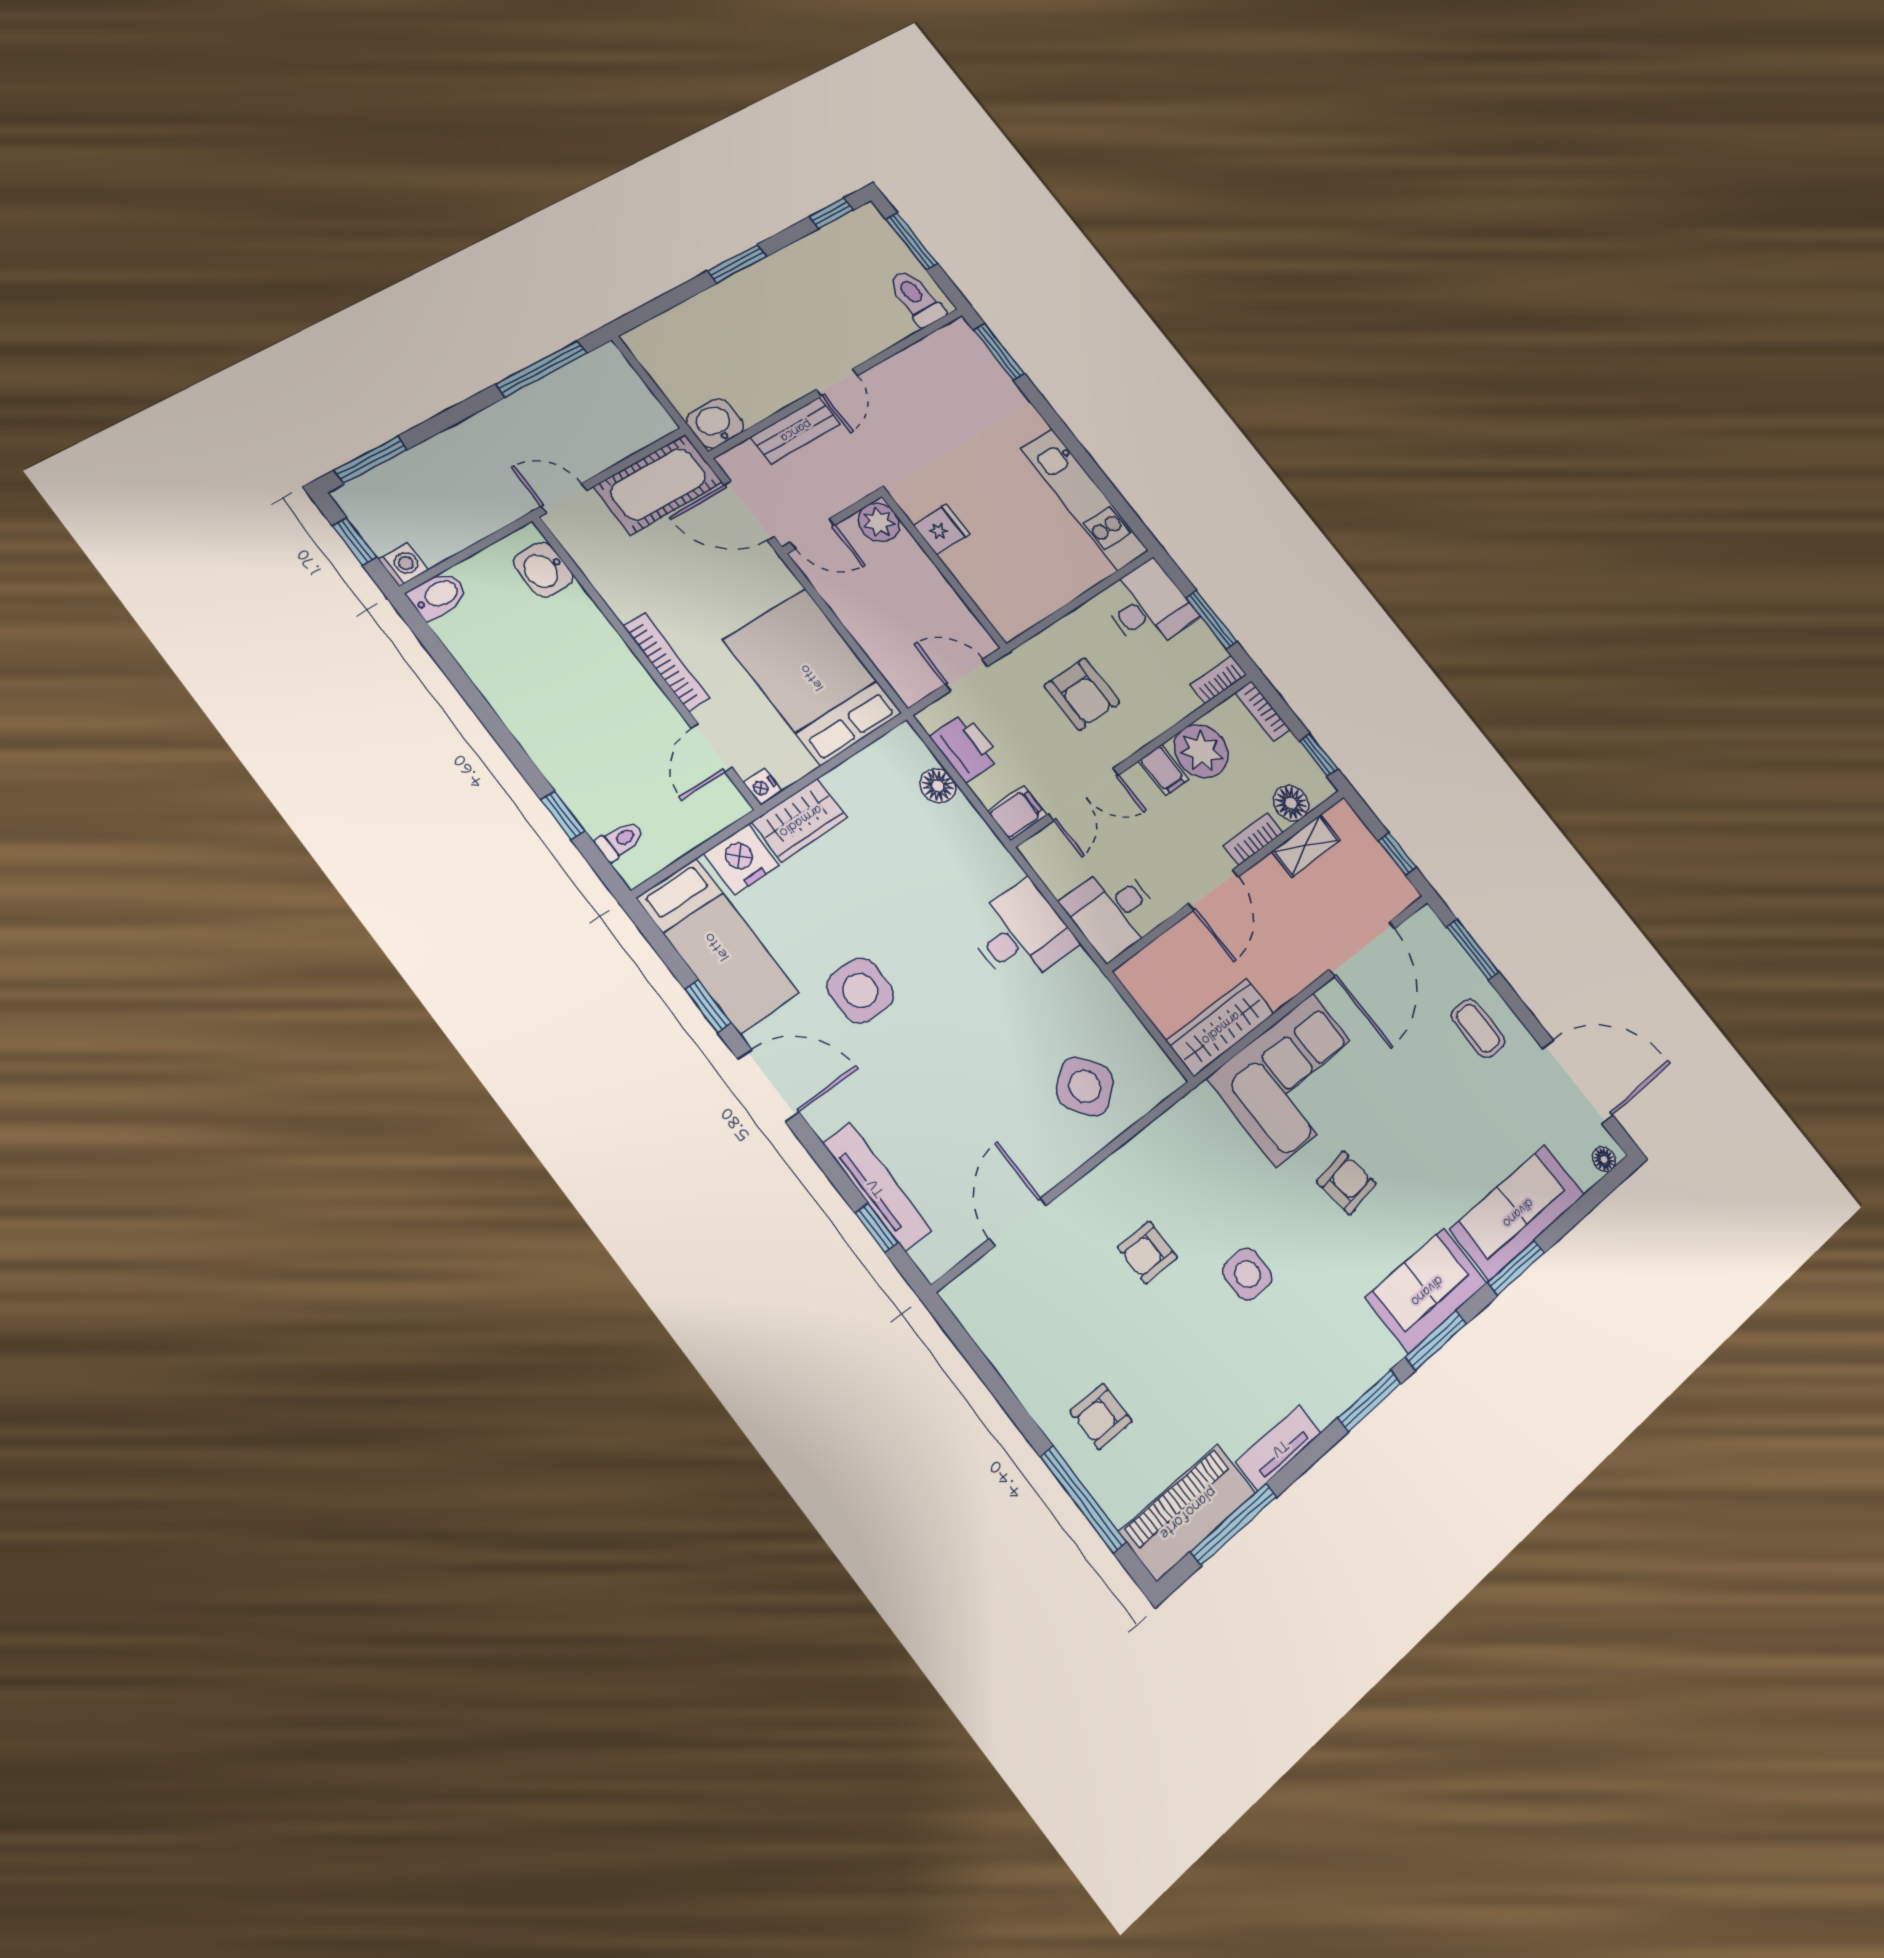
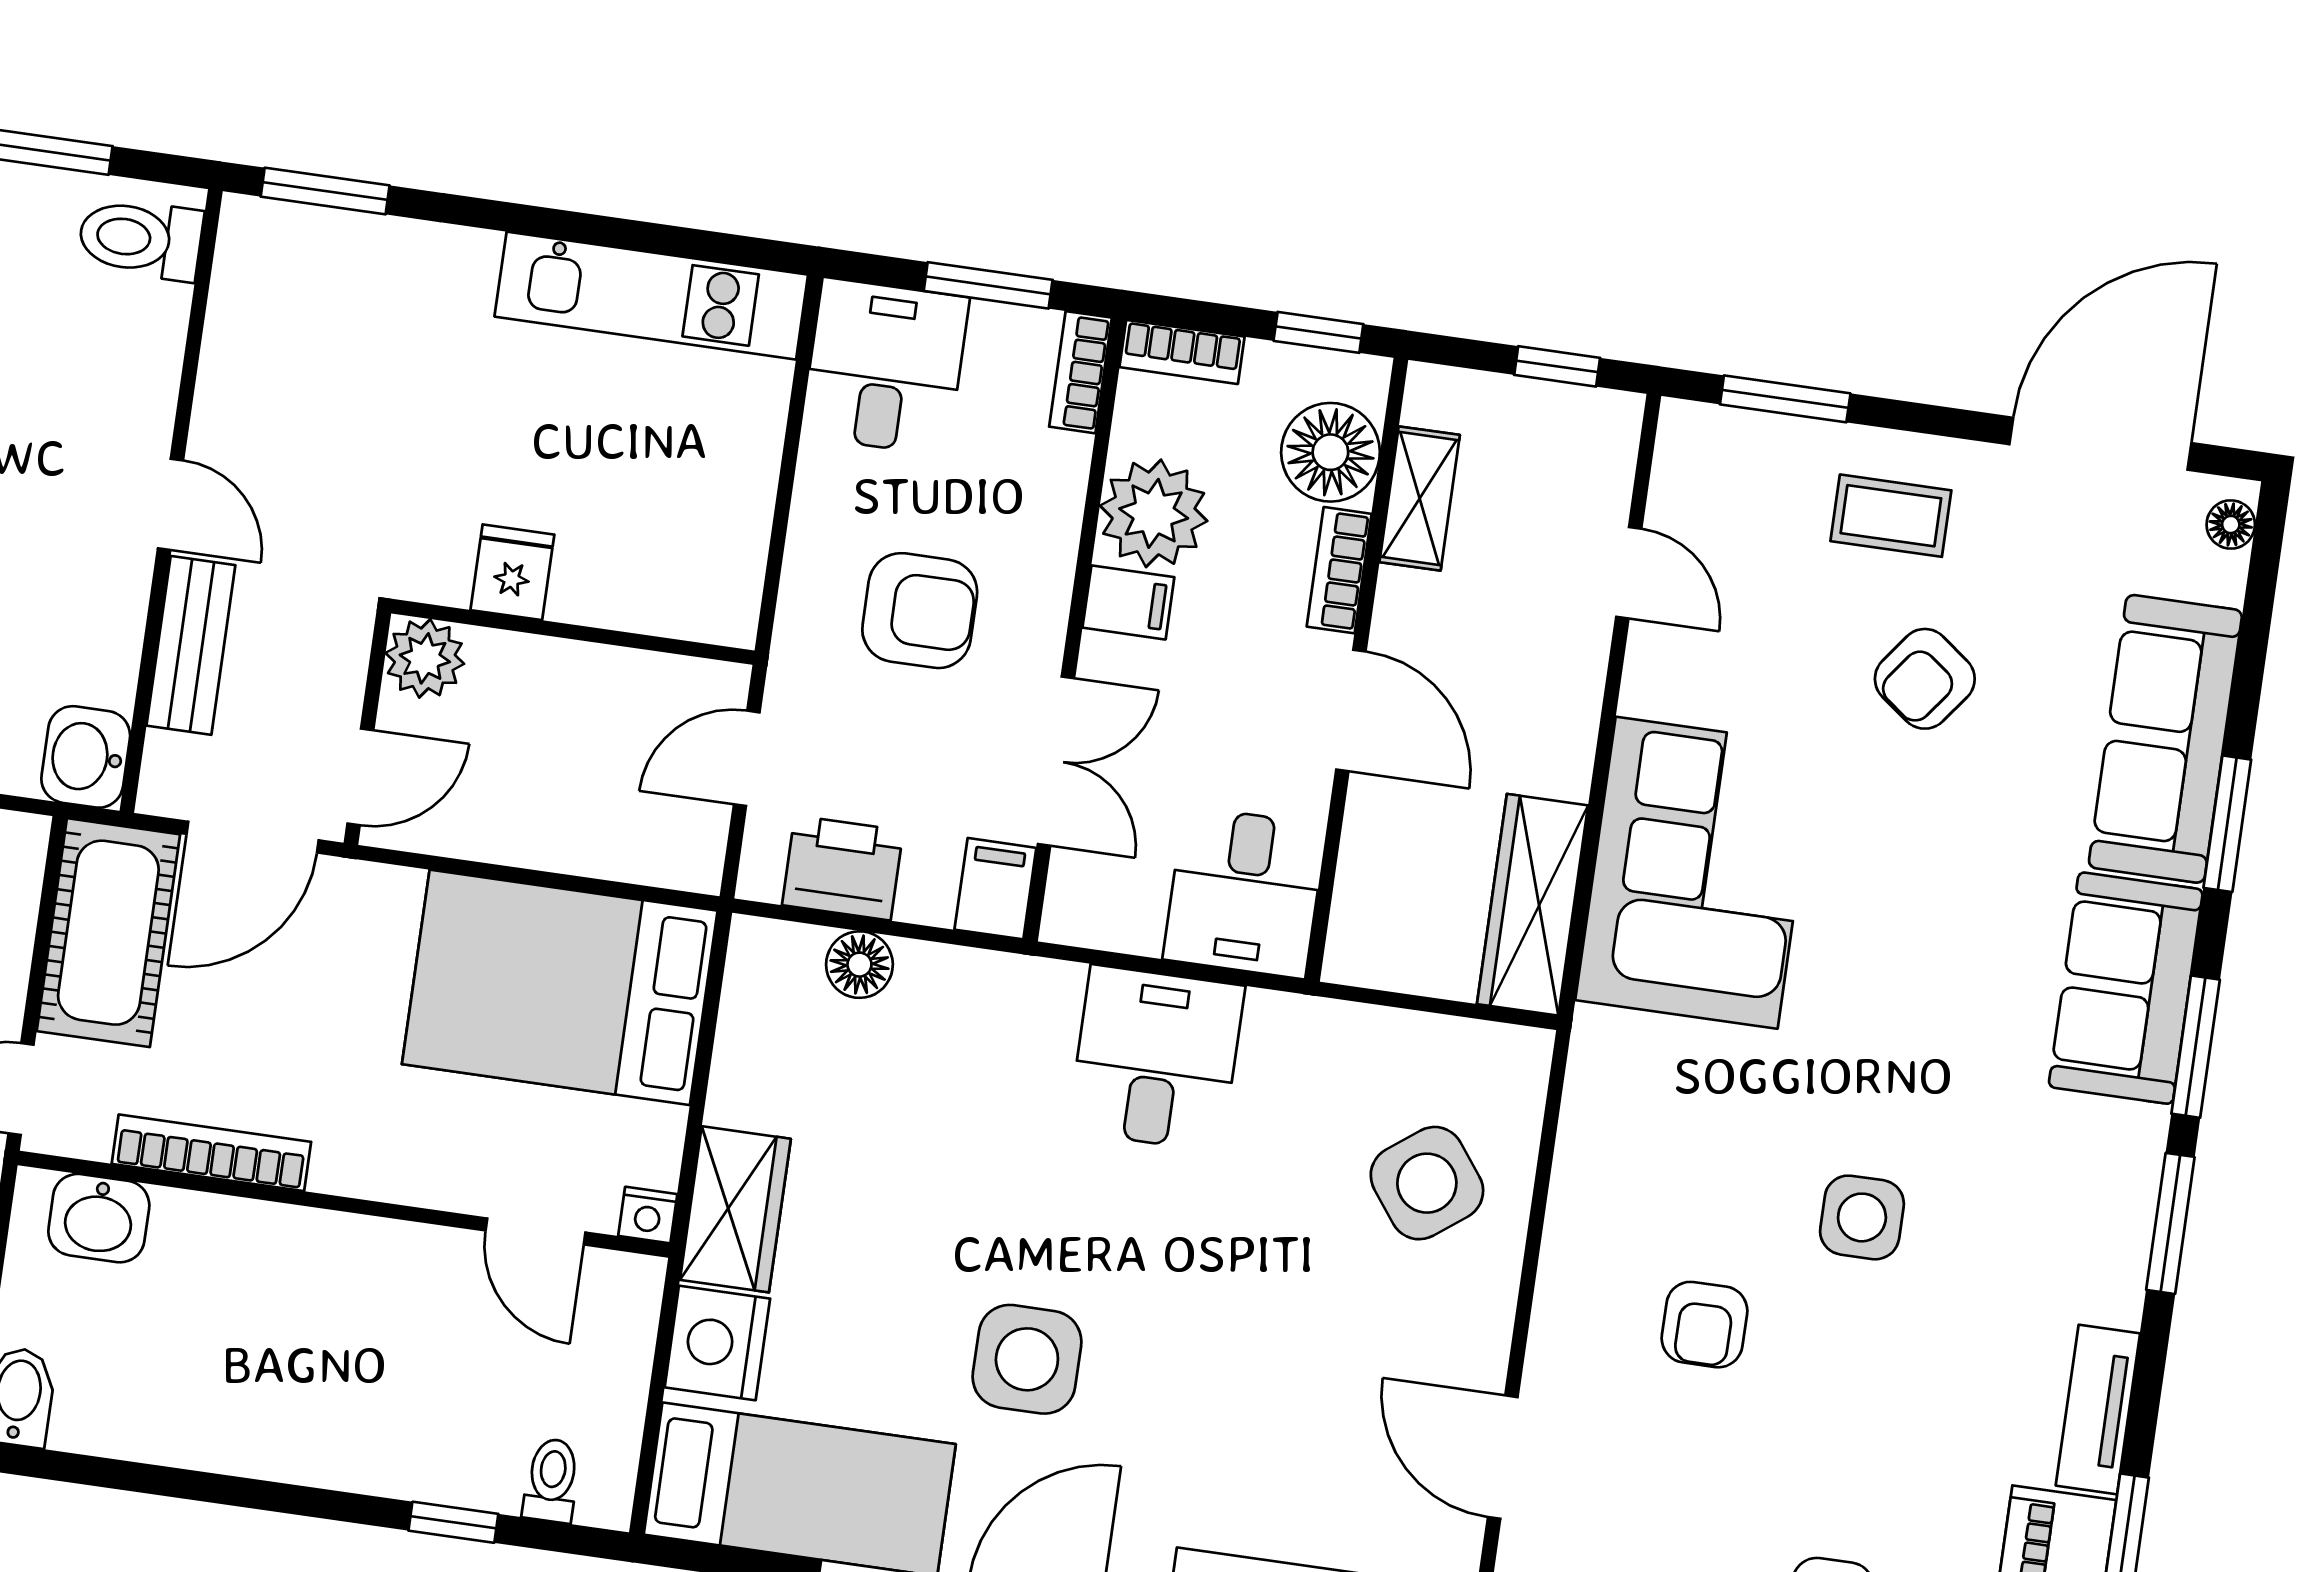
bookcase: (666, 662) -> (211, 1153), moved
floor lamp: (1291, 803) -> (1330, 452), width x1.38, depth x1.38
door: (1362, 949) -> (1629, 573), width x0.53
armchair: (1346, 1183) -> (1925, 679), moved, turned -135

